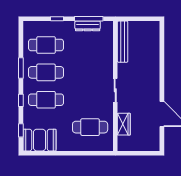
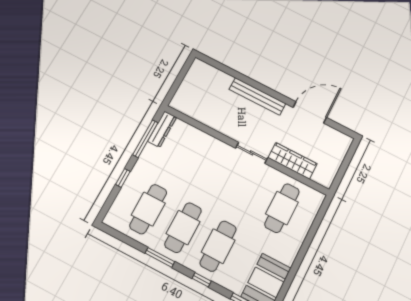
dresser: (88, 26) -> (162, 129), moved
bench: (123, 42) -> (257, 96), moved
wardrobe: (124, 124) -> (293, 161), width x1.50

